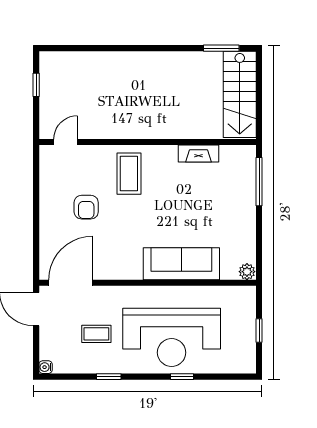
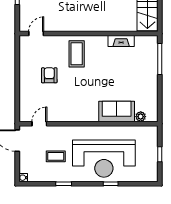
armchair: (86, 207) -> (49, 75), turned 180
sofa: (181, 264) -> (117, 111), width x0.73
plant: (247, 272) -> (141, 117), moved
door: (71, 283) -> (39, 124), width x0.53

